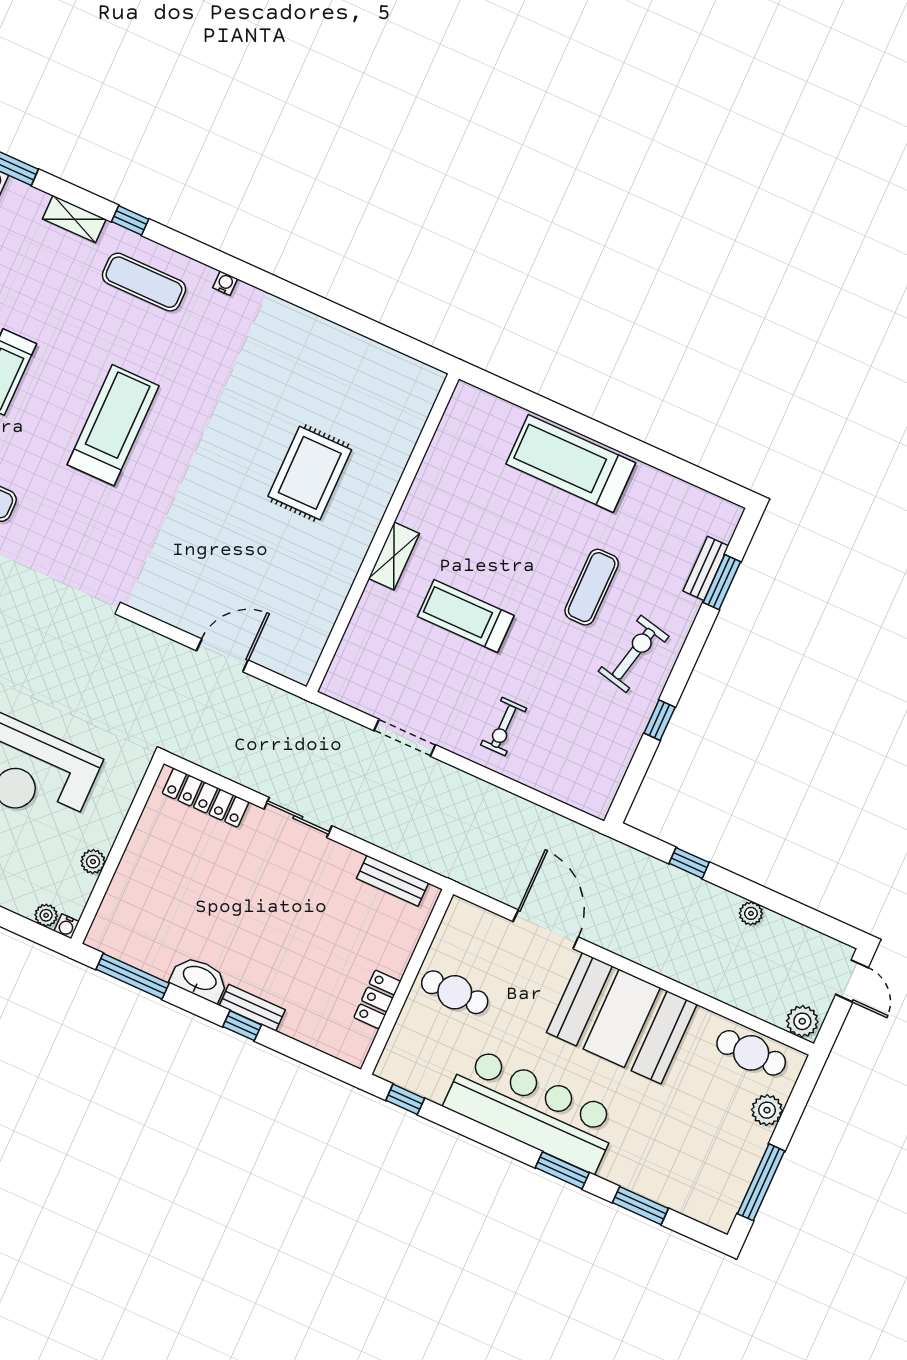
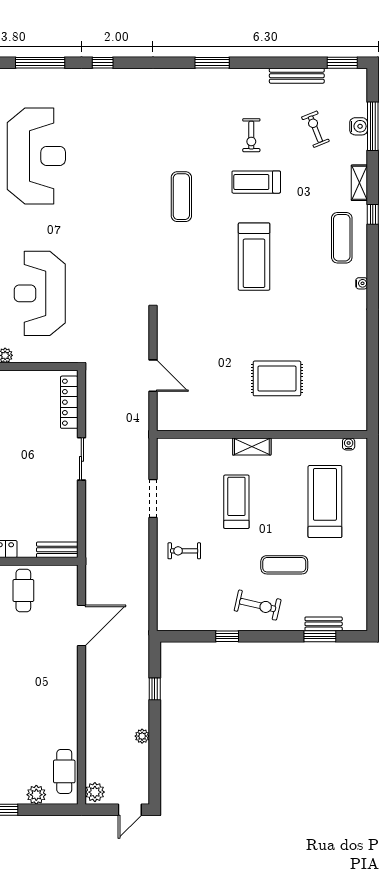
water cooler: (455, 410) -> (349, 444), added
treadmill: (113, 425) -> (254, 257), turned 90
treadmill: (571, 463) -> (325, 502), moved
bench: (393, 881) -> (57, 550), moved, turned 90
booth: (622, 1018) -> (51, 690), removed

